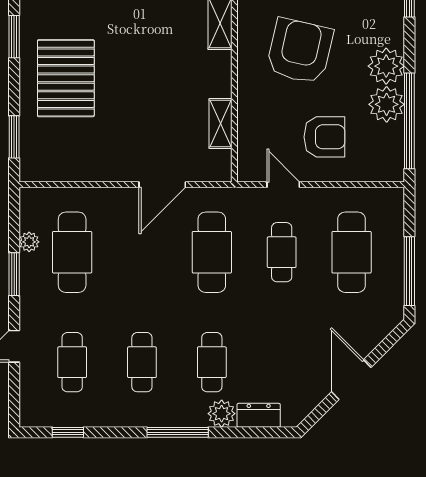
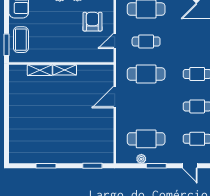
armchair: (300, 51) -> (53, 33), removed
pallet: (66, 78) -> (65, 142), removed
shelving: (221, 124) -> (65, 70), moved
door: (162, 185) -> (115, 97), swing flipped

